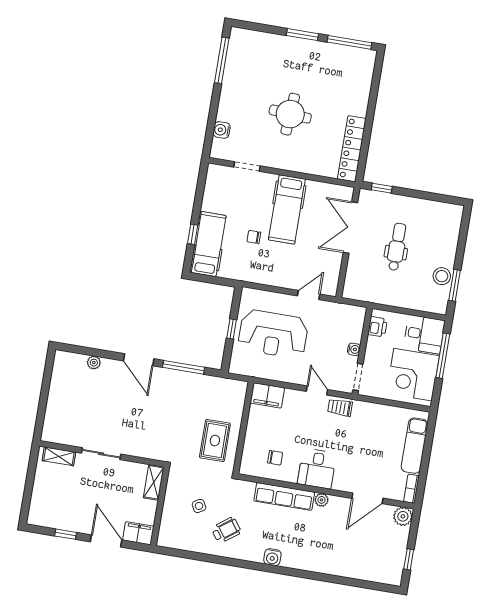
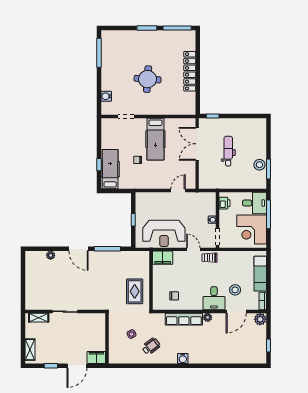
locker: (352, 149) -> (190, 71), moved
reception desk: (273, 334) -> (164, 233), moved
stool: (371, 464) -> (235, 290), added
desk: (317, 469) -> (214, 298), moved
shelving: (154, 482) -> (30, 350), moved
door: (106, 541) -> (77, 366), swing flipped

